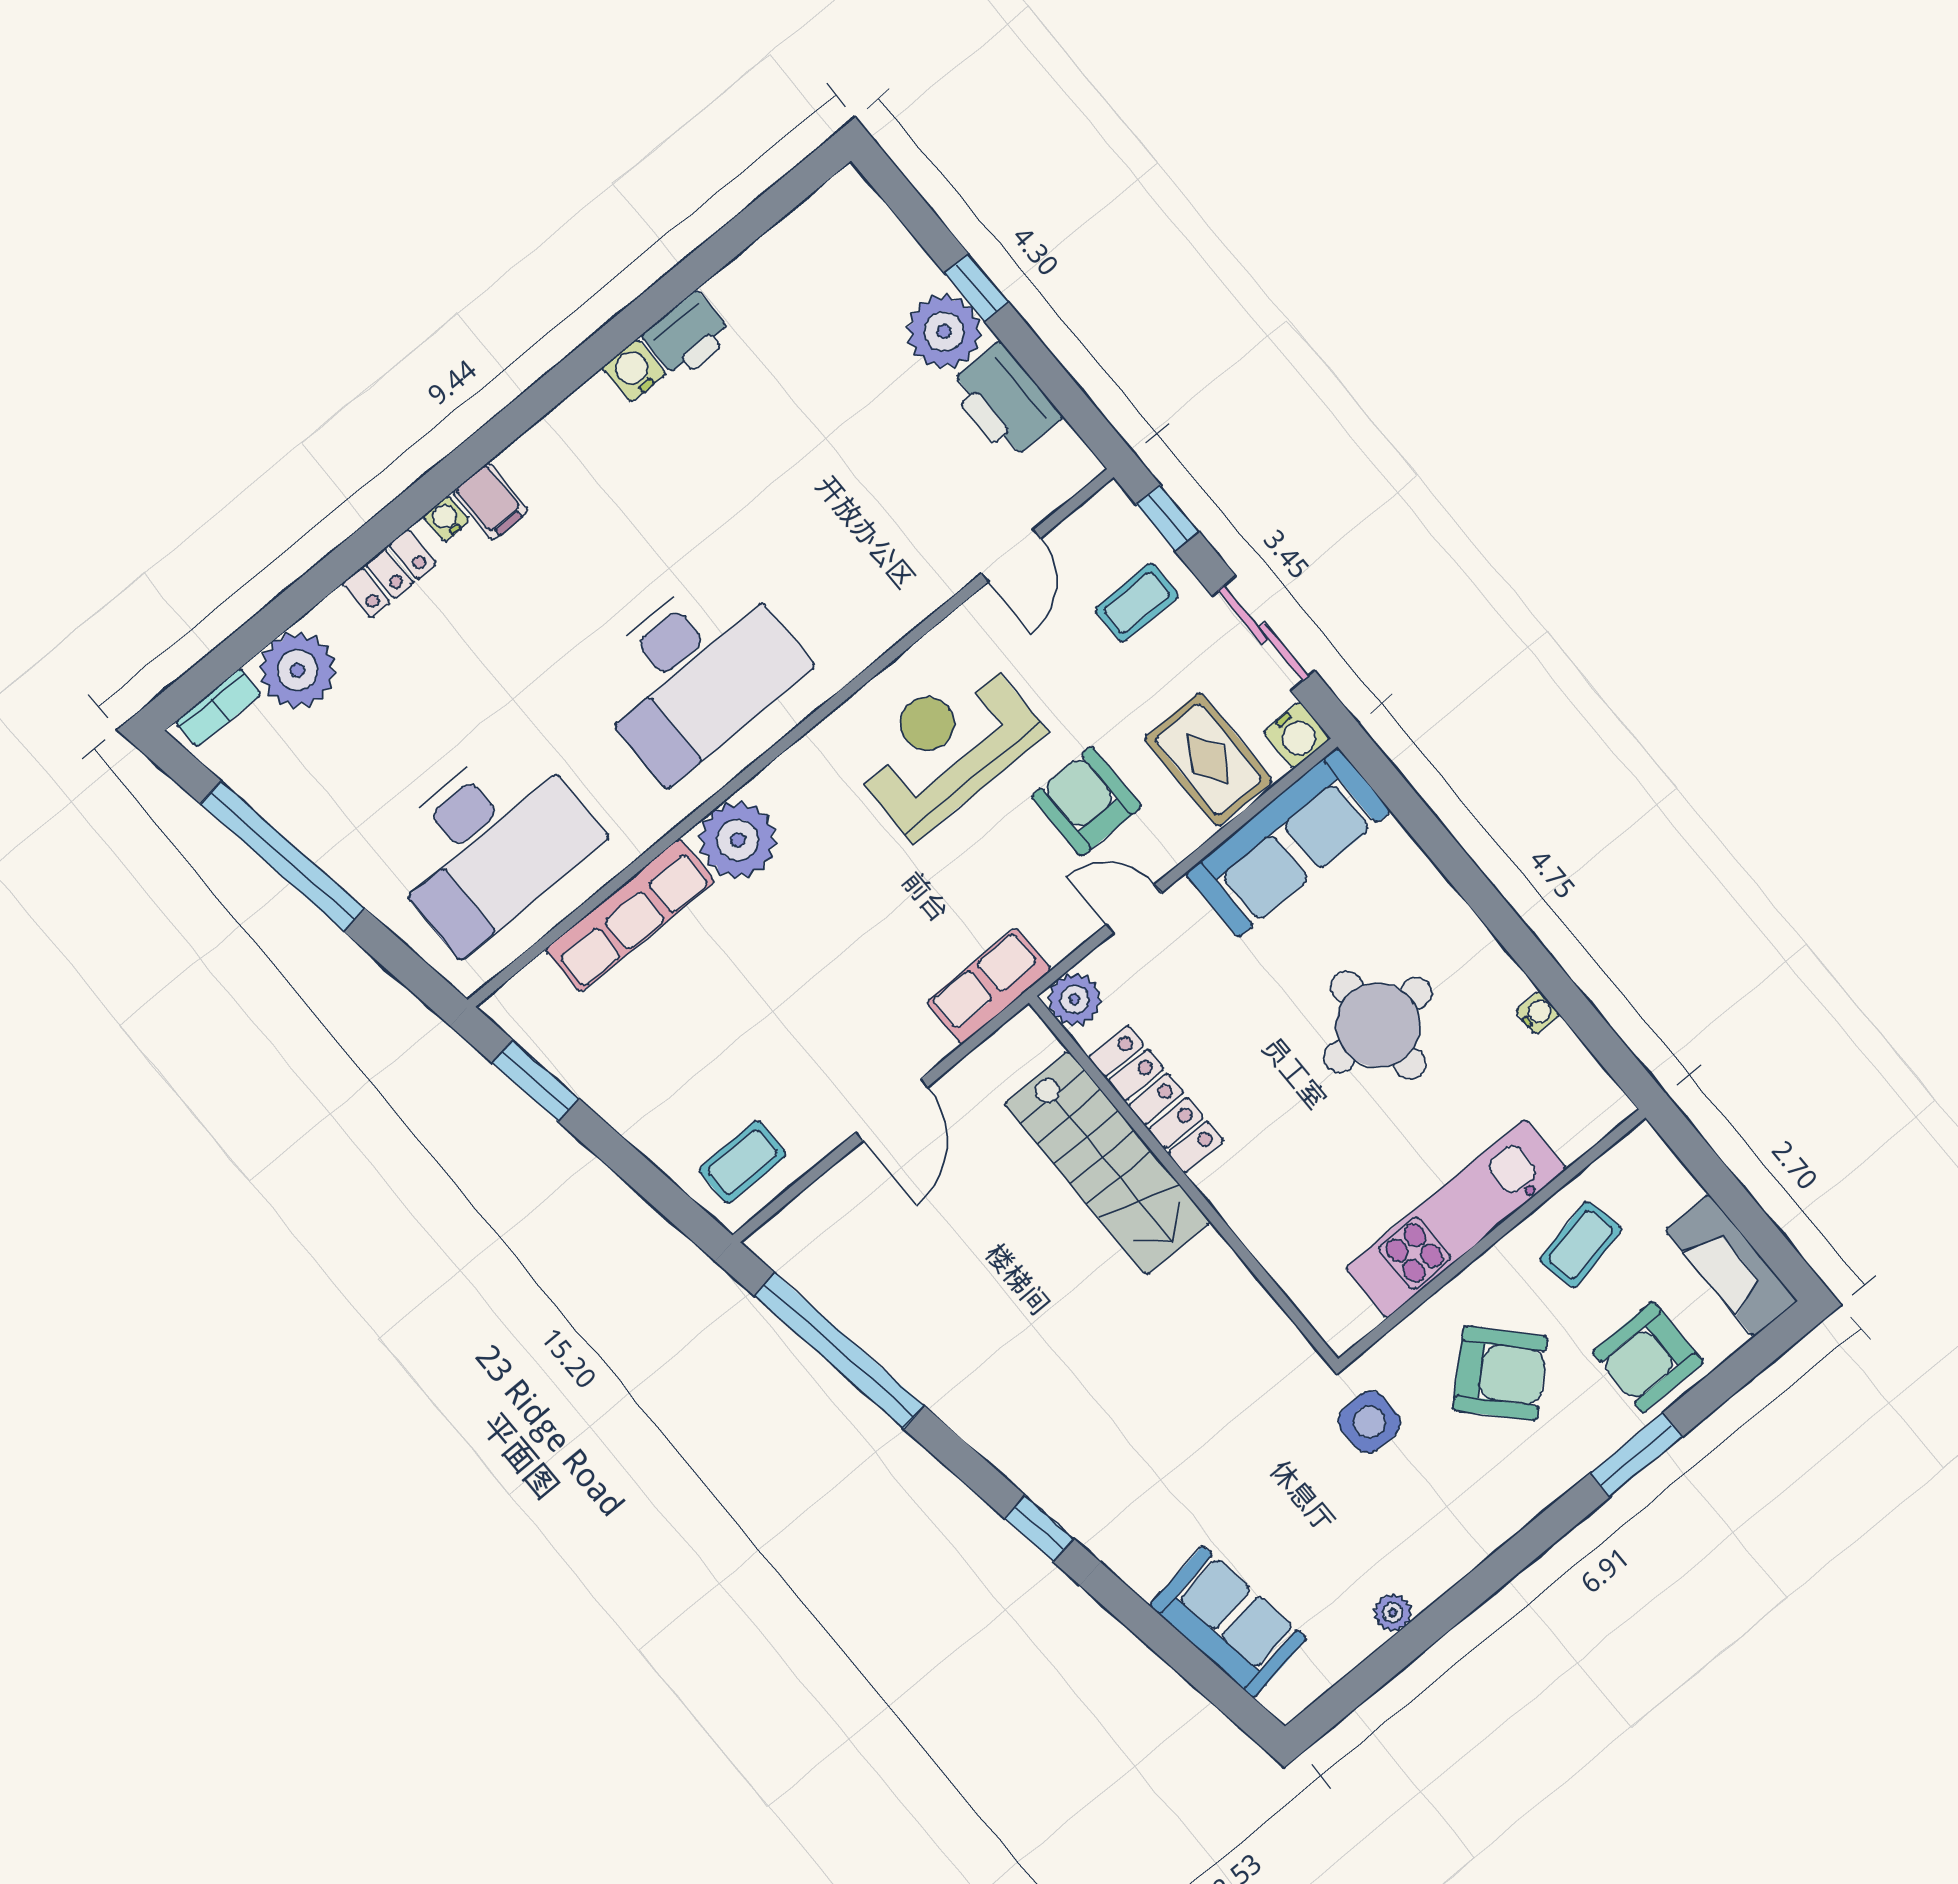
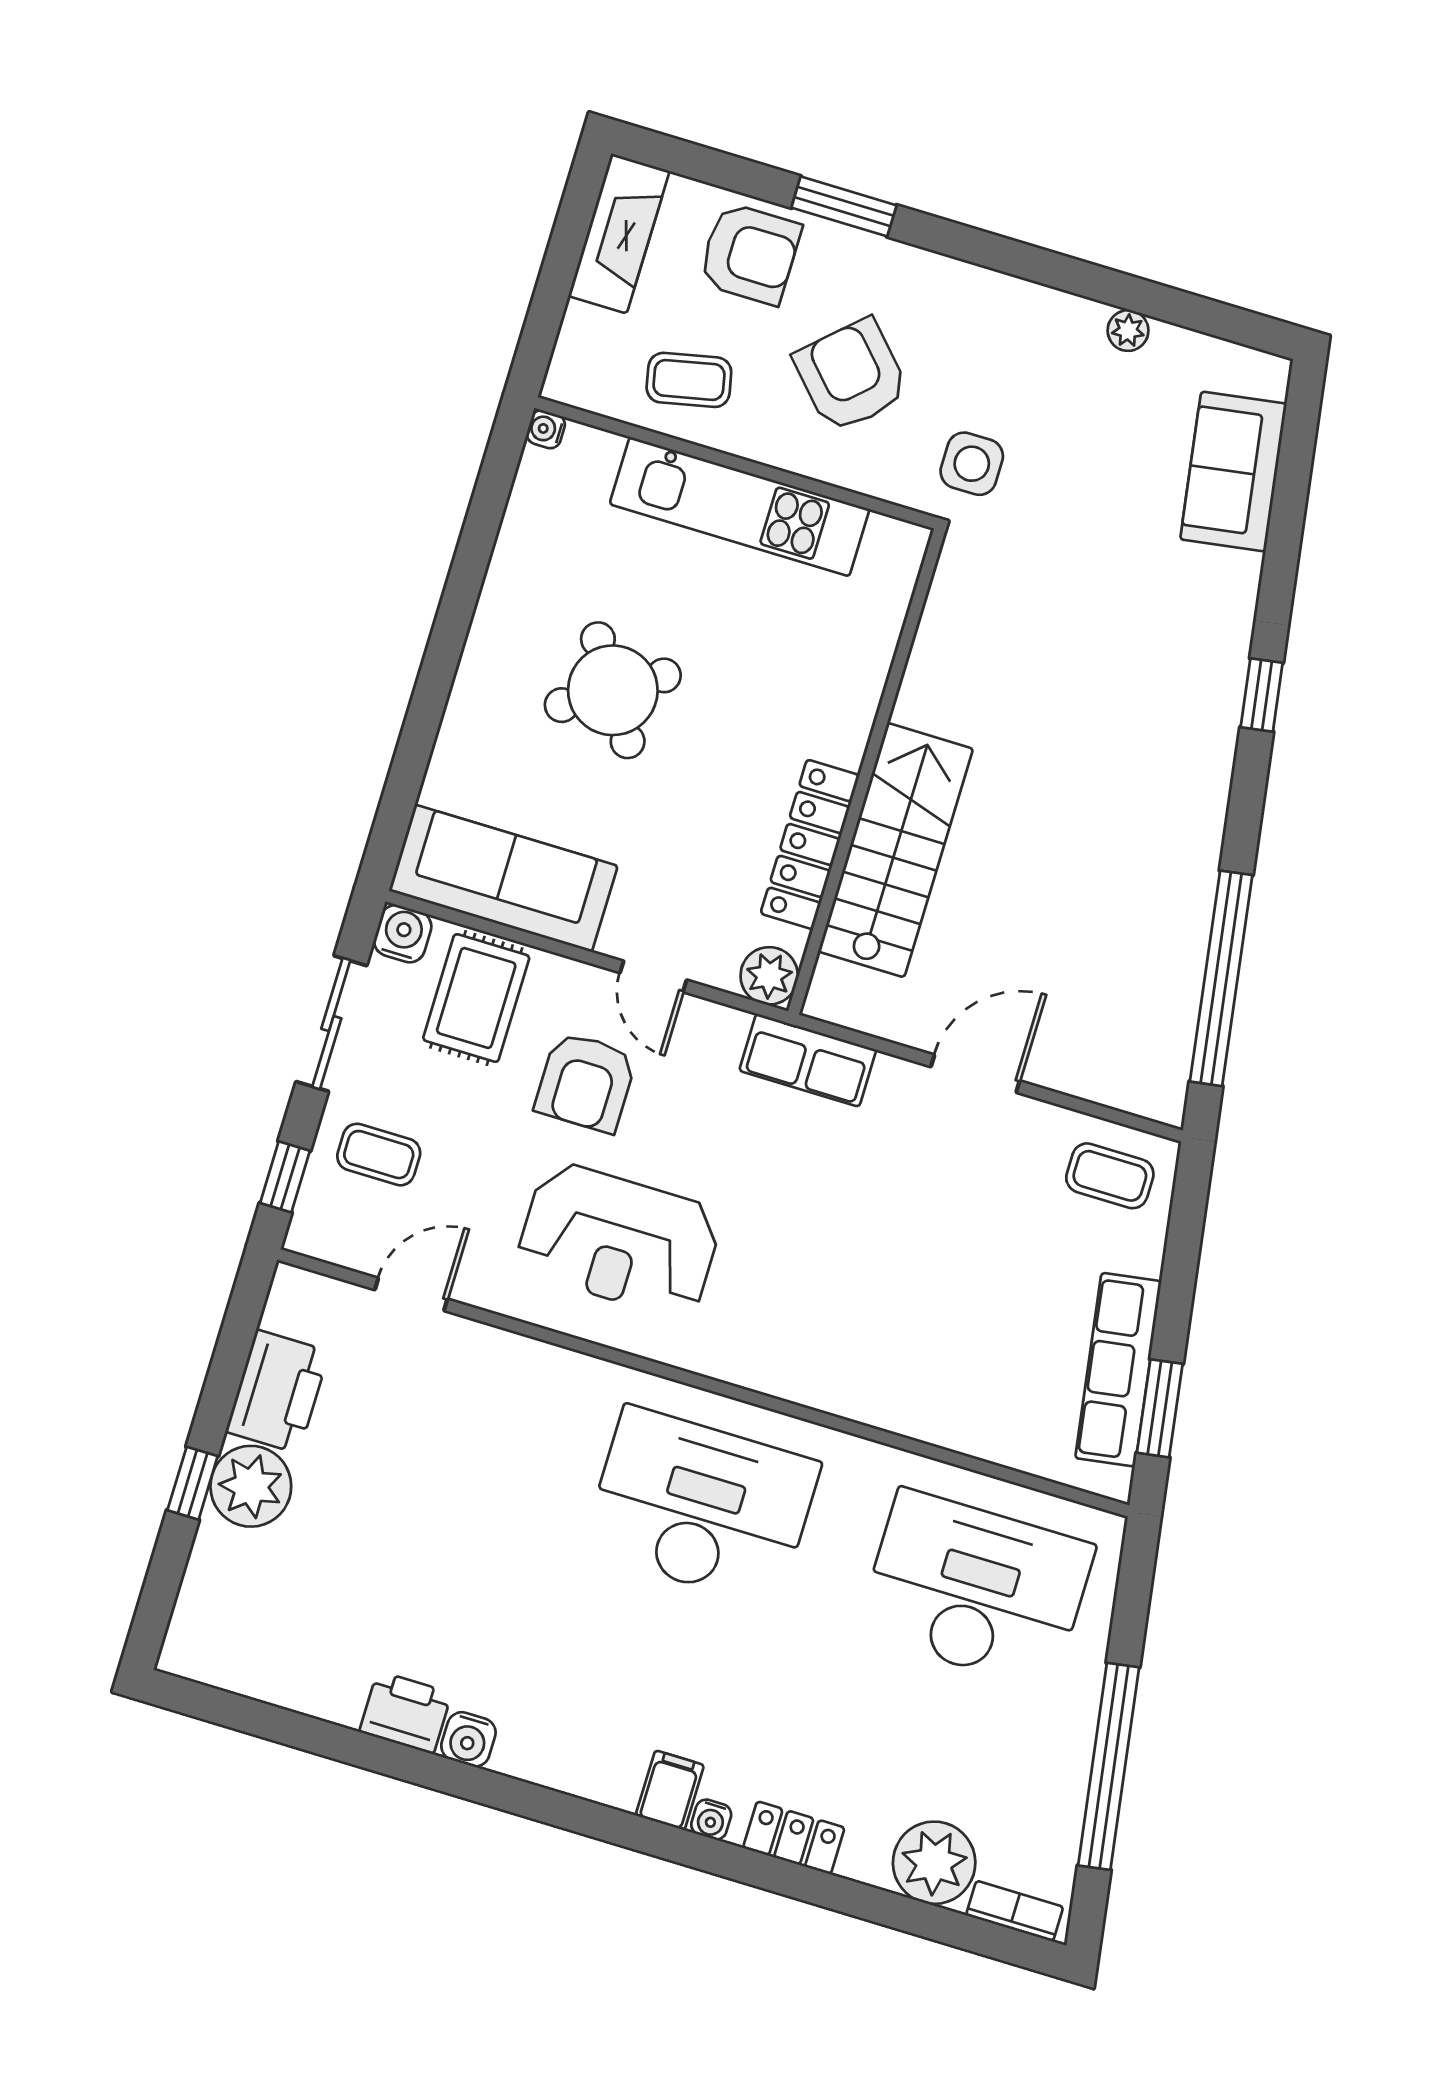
plant: (738, 840) -> (826, 1370), removed
row of seats: (630, 915) -> (1118, 1370), moved, turned -99
water cooler: (1538, 1013) -> (546, 429), moved
round table: (1378, 1025) -> (613, 690), turned -33

